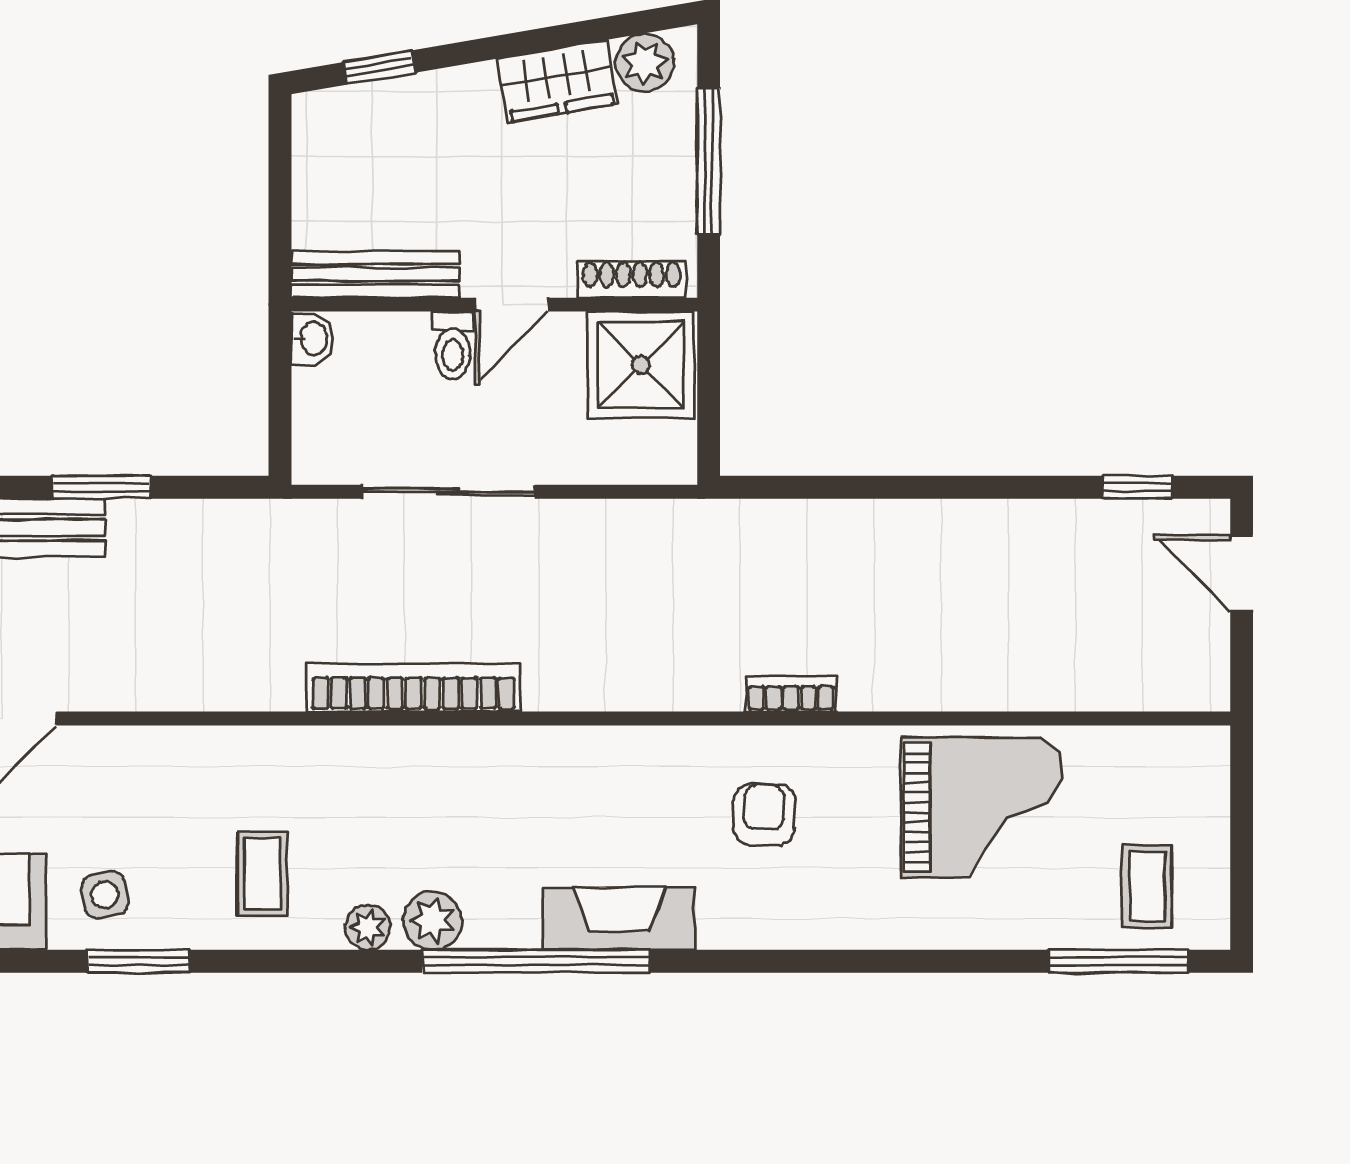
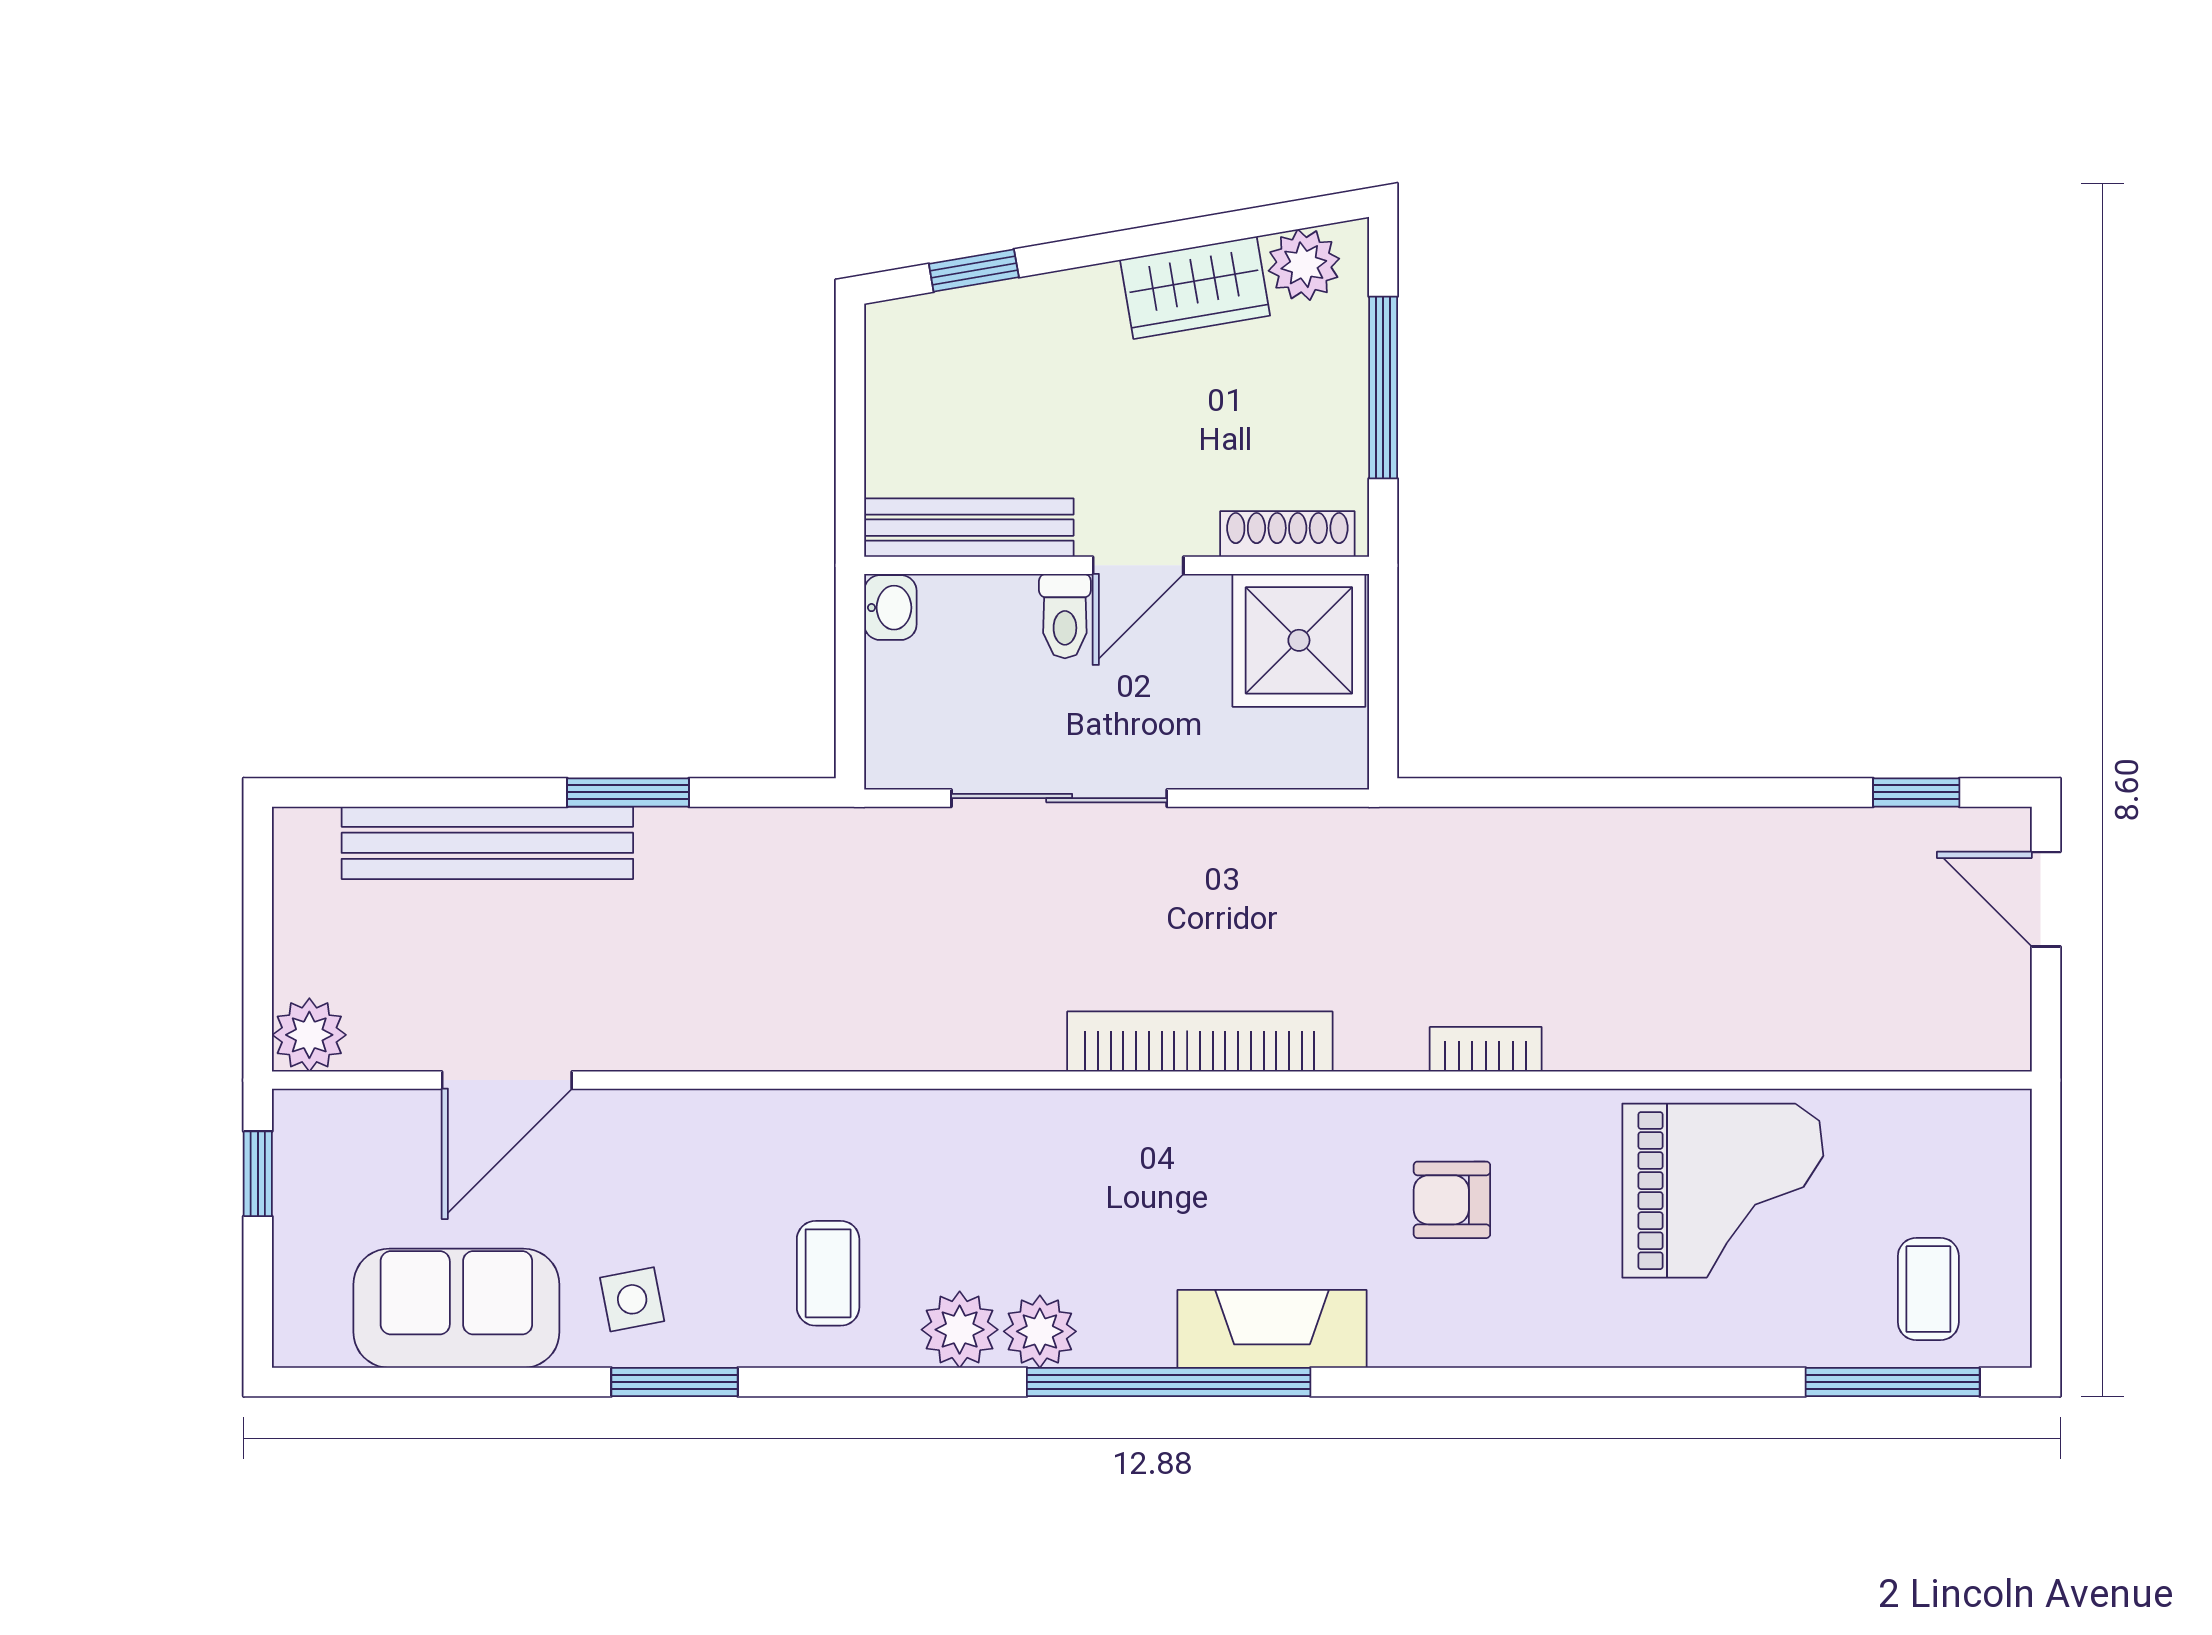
bookcase: (413, 687) -> (1200, 1042), moved
armchair: (764, 815) -> (1452, 1200), turned -91
plant: (368, 927) -> (960, 1330), width x1.38, depth x1.38

